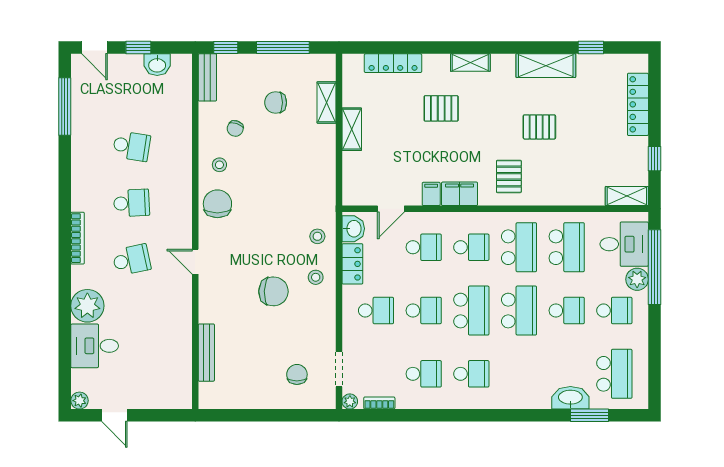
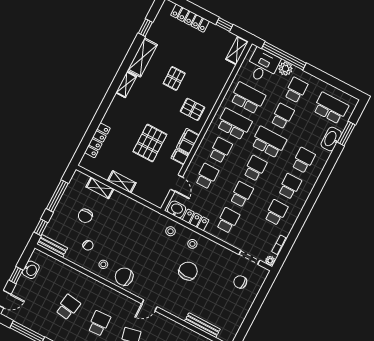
shelving: (470, 63) -> (126, 85), moved
pallet: (441, 108) -> (150, 143), moved, width x1.50, depth x1.42
school desk: (471, 311) -> (255, 168), width x0.54
school desk: (519, 374) -> (303, 160), added

